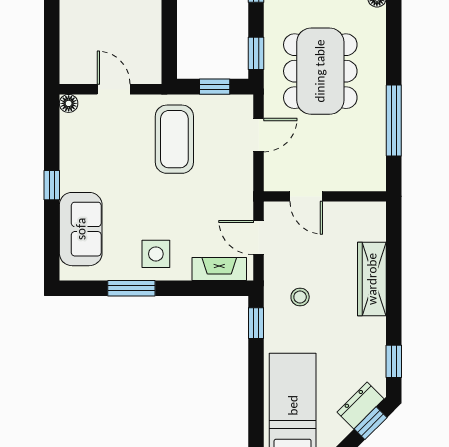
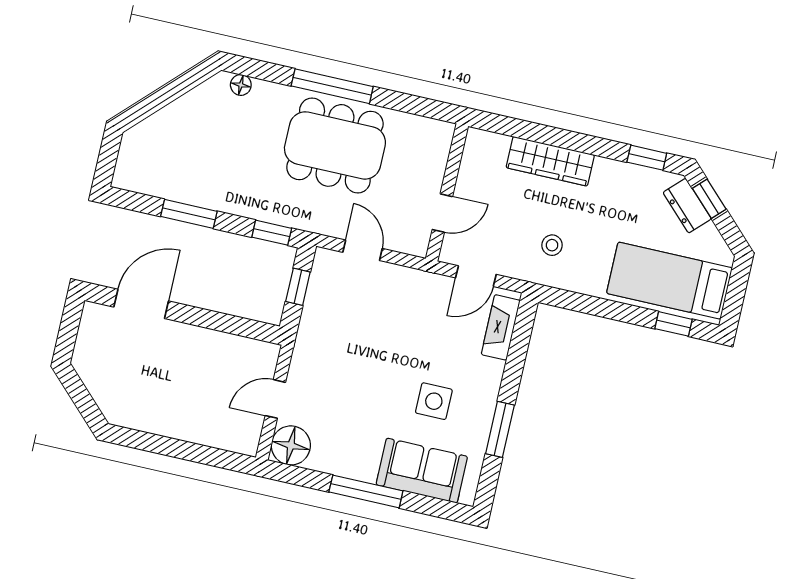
dining table: (320, 71) -> (335, 145), moved
floor lamp: (69, 103) -> (291, 445), width x1.89, depth x1.89
window: (394, 120) -> (332, 86), moved
coffee table: (174, 139) -> (346, 344), removed
window: (52, 185) -> (366, 491), width x2.17
side table: (156, 254) -> (434, 401), moved
window: (256, 323) -> (674, 324), moved

